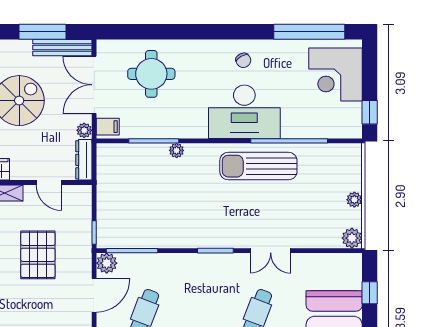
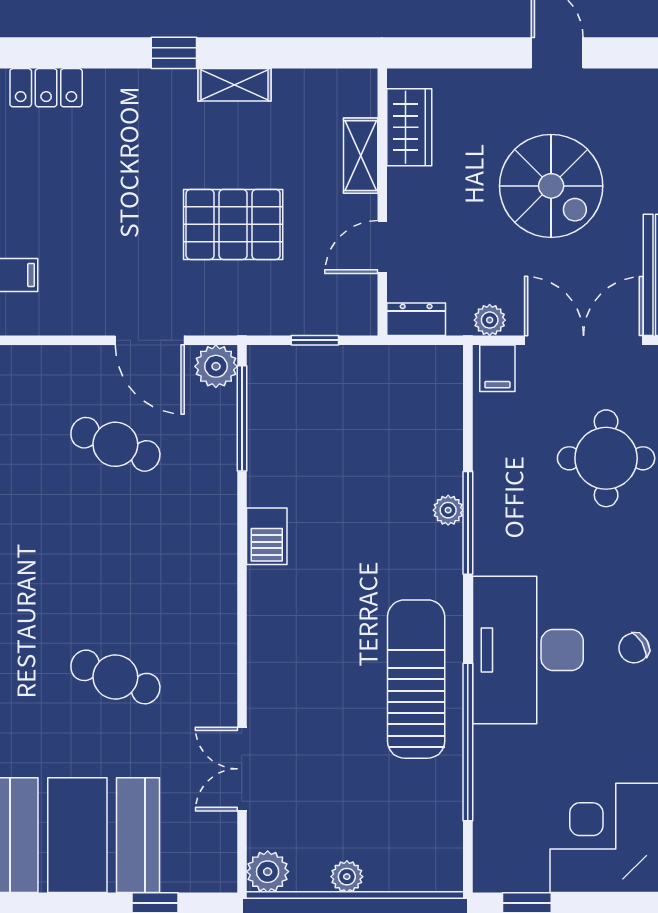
window: (154, 141) -> (468, 523), moved
dresser: (84, 160) -> (416, 319), width x0.70
window: (94, 233) -> (315, 340), moved
barbecue: (189, 239) -> (267, 536), added
window: (215, 251) -> (242, 590), removed
double door: (271, 251) -> (242, 769), moved

